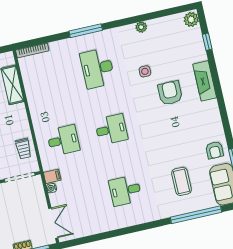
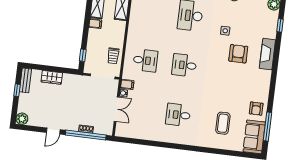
desk: (111, 129) -> (184, 65), turned 180
window: (196, 215) -> (225, 152), removed
double door: (53, 223) -> (117, 109), moved

